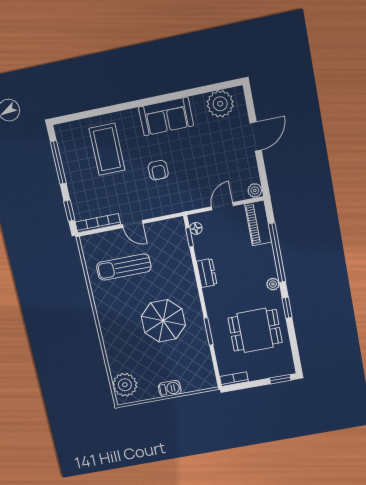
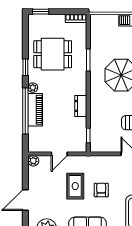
rug: (193, 168) -> (75, 186), added
piano: (258, 223) -> (35, 110), moved
floor lamp: (196, 228) -> (82, 141), removed

